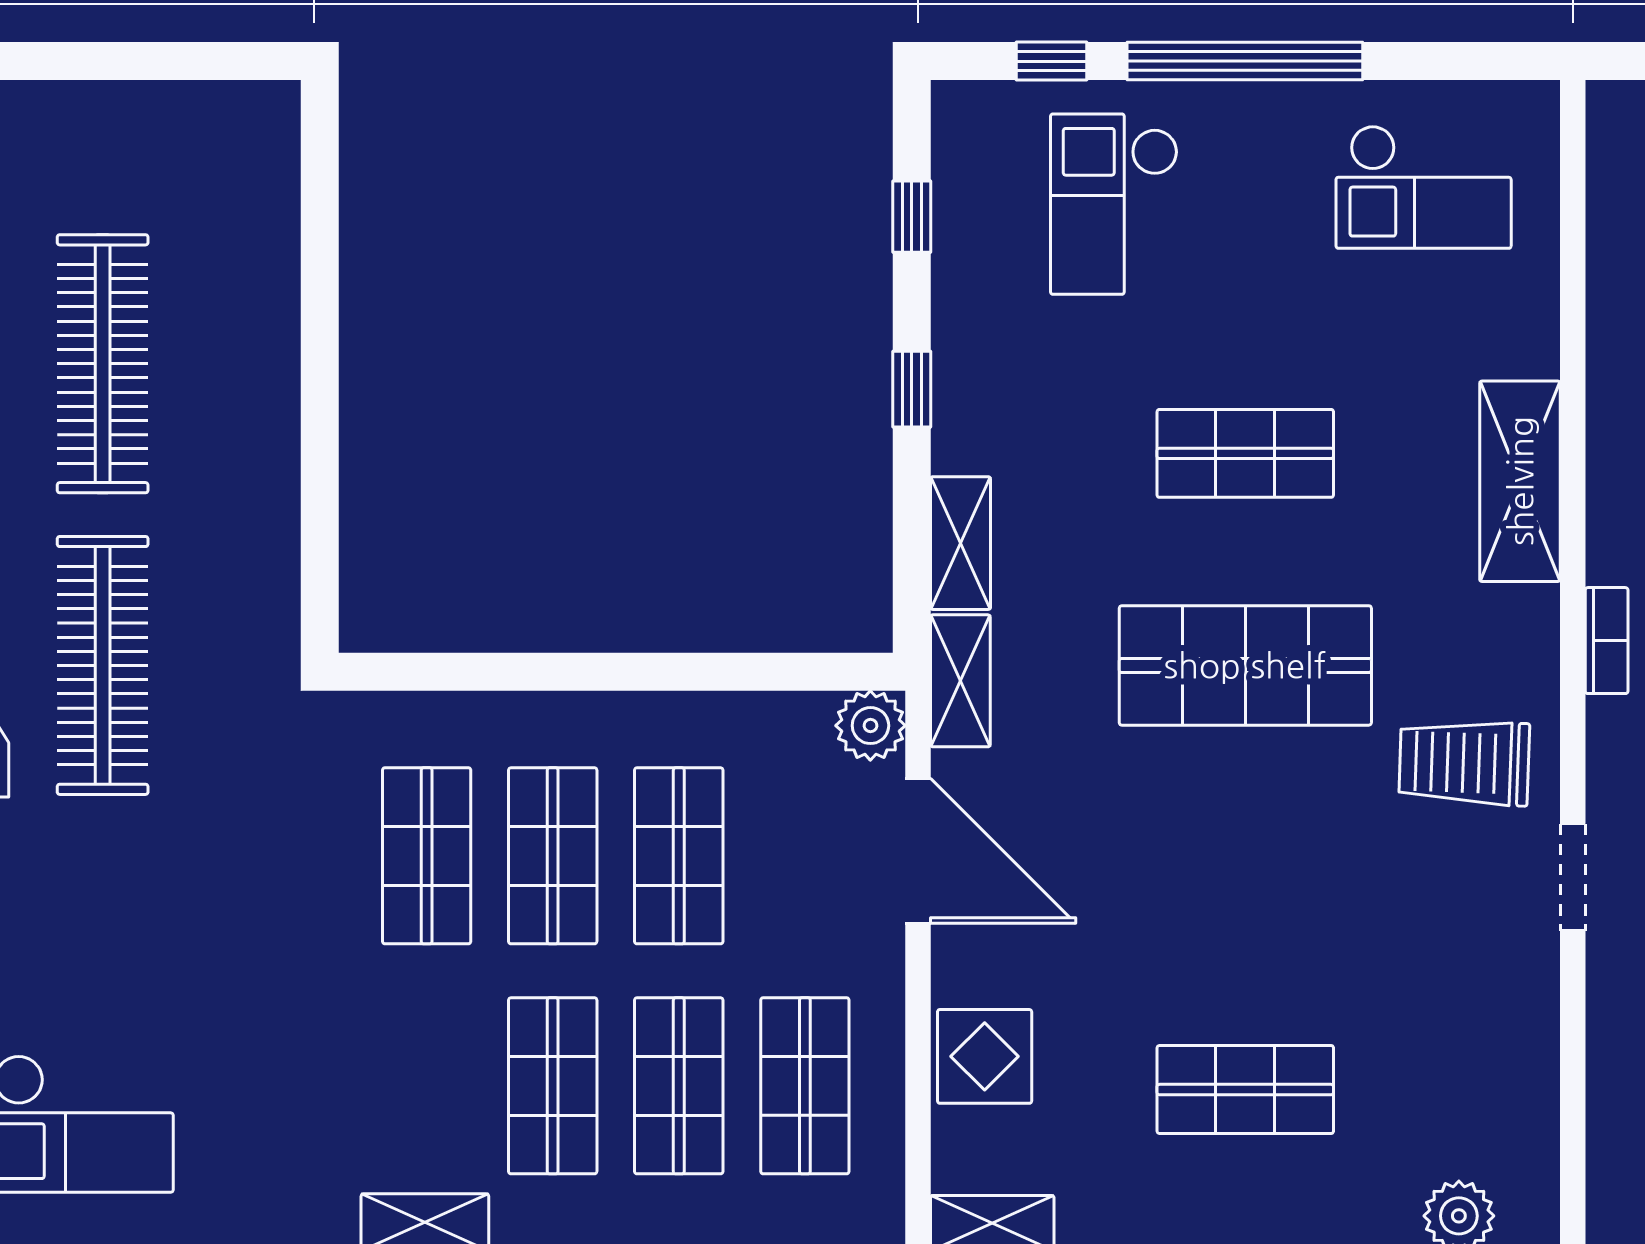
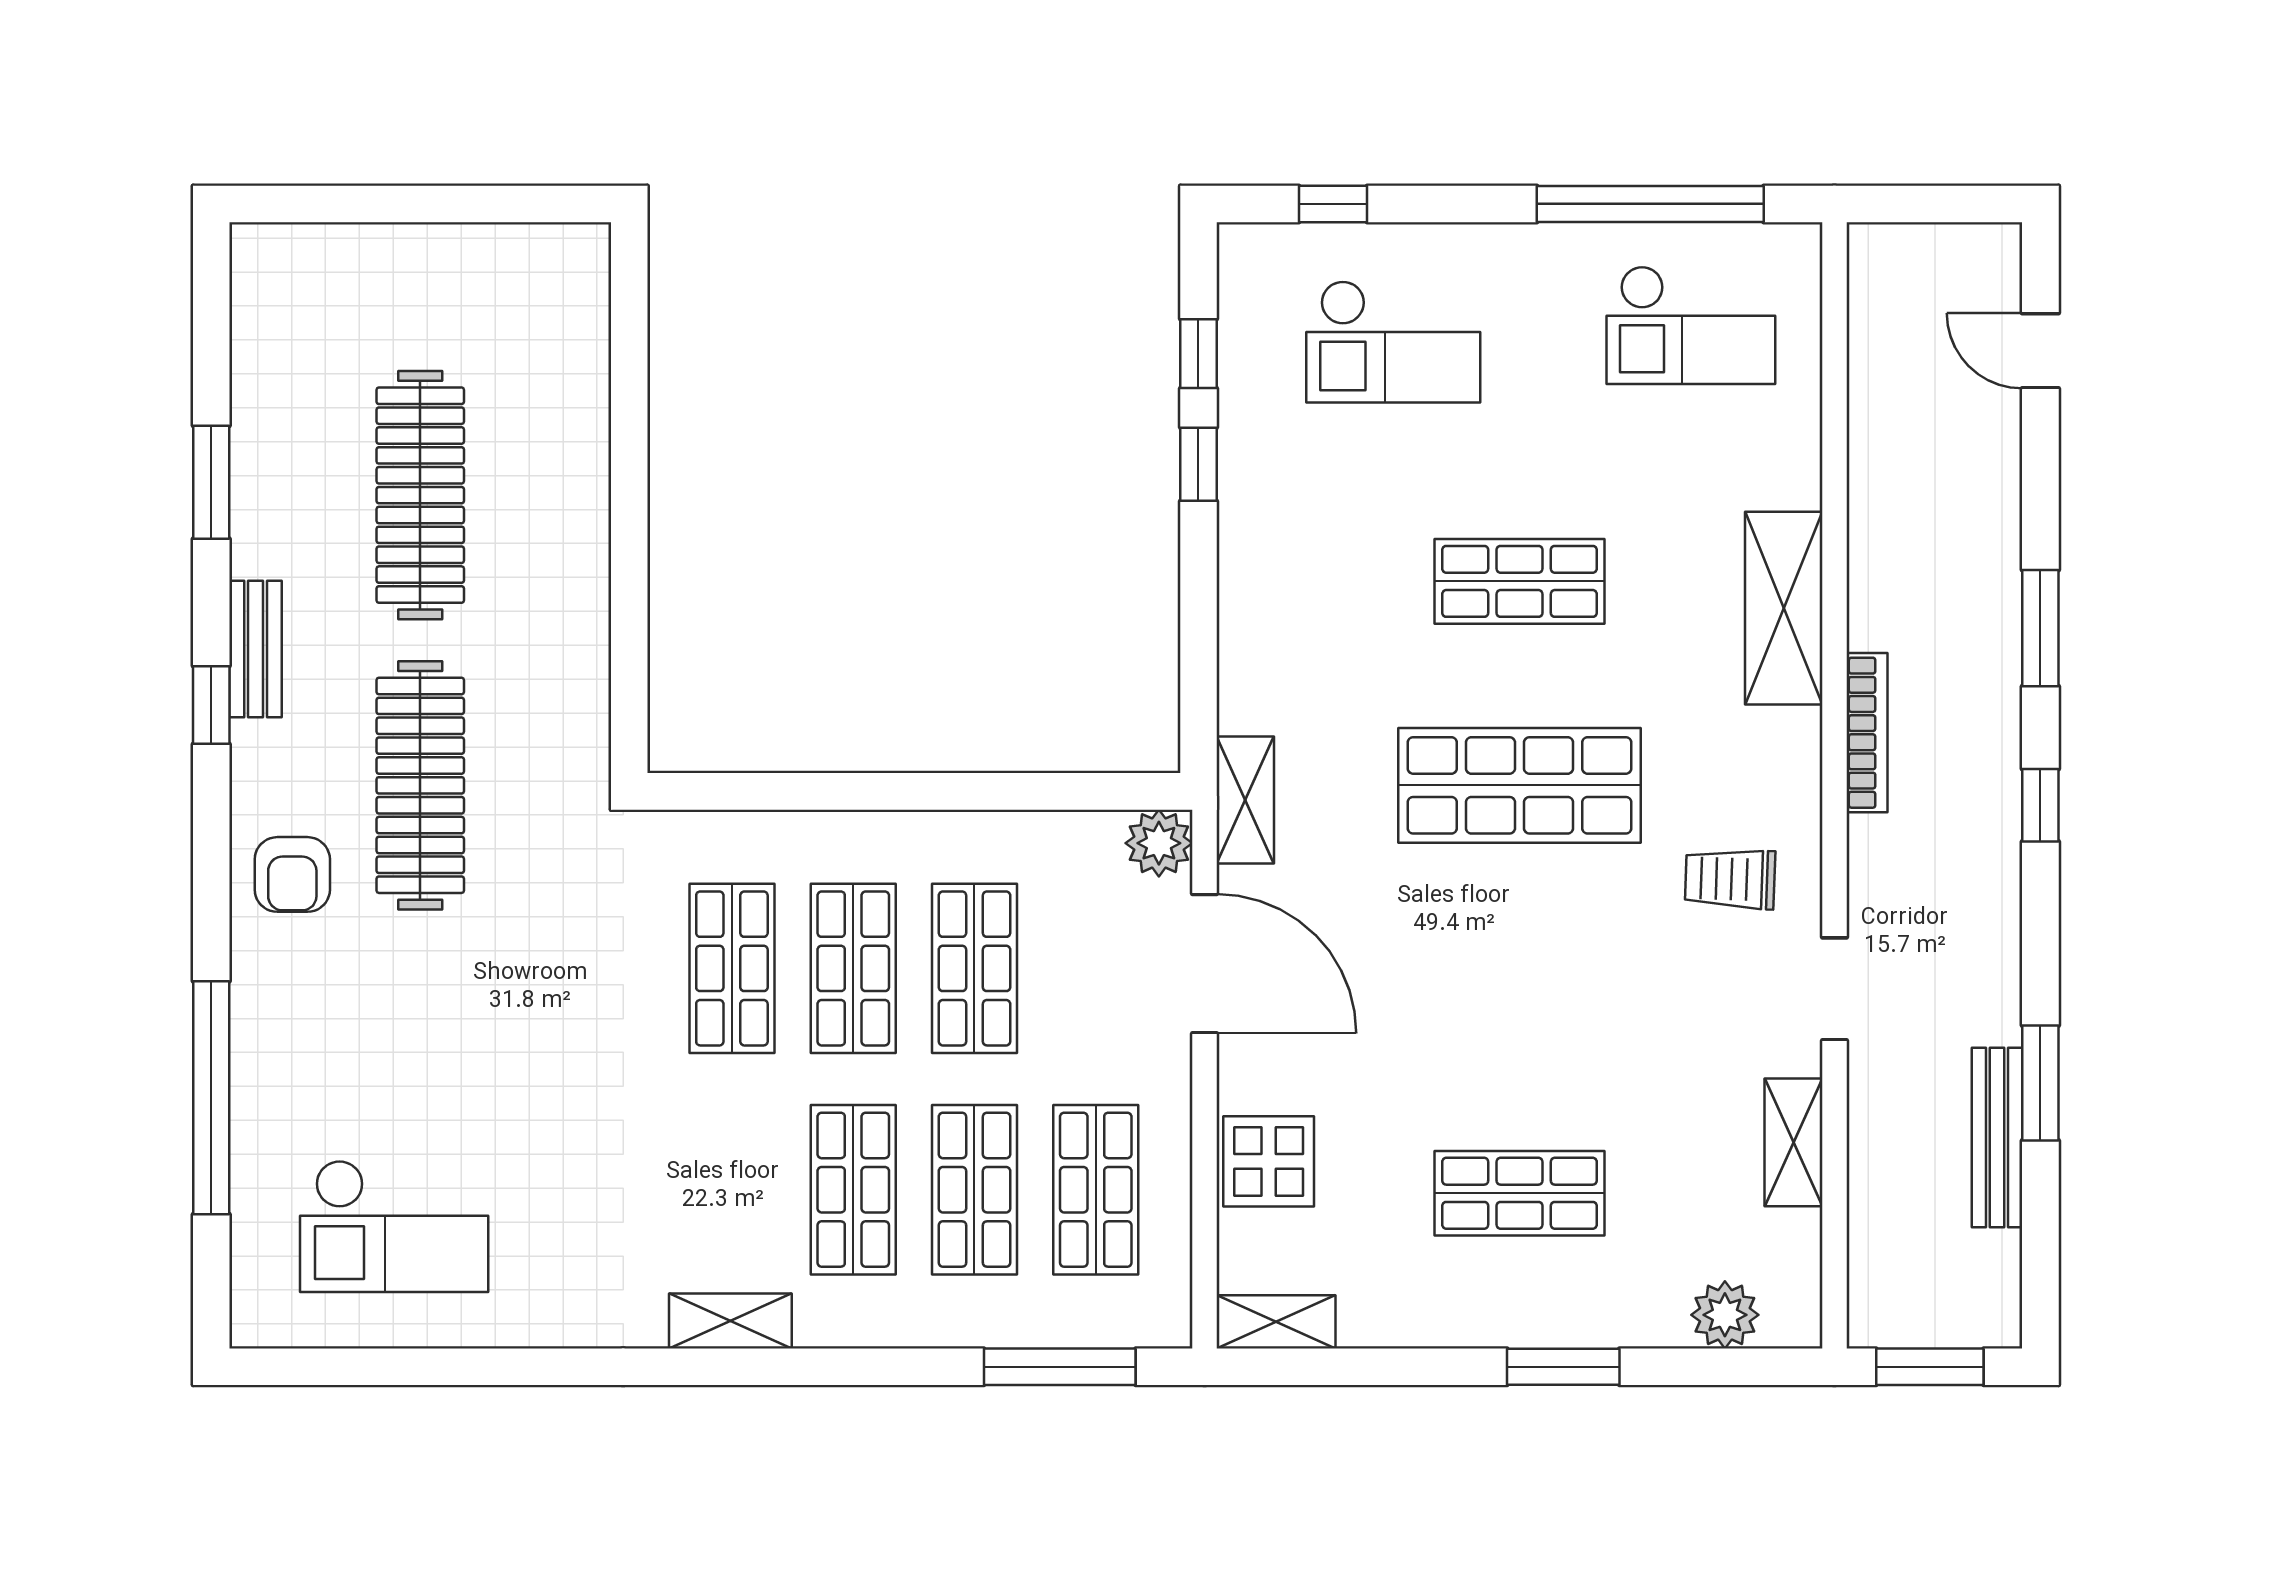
window: (1245, 61) -> (1650, 204), moved
checkout: (1114, 204) -> (1393, 342), turned -90
window: (912, 389) -> (1198, 464), moved
shelving: (960, 543) -> (1794, 1142), moved
bookcase: (1607, 641) -> (1867, 733), width x1.56
trolley: (1464, 763) -> (1730, 879), width x0.73, depth x0.72

